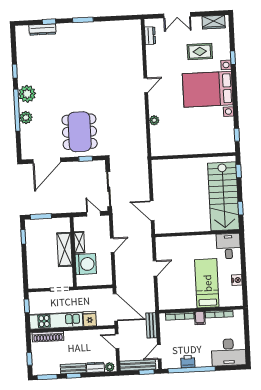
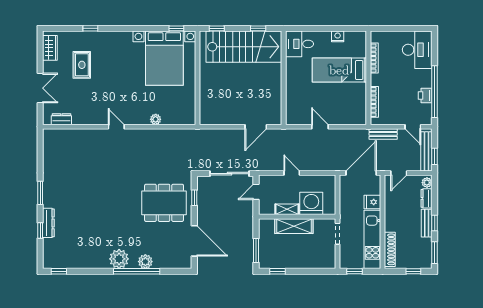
dresser: (43, 29) -> (48, 223), moved
window: (15, 71) -> (59, 271), moved
bed with nightstands: (208, 89) -> (164, 58), moved
filing cabinet: (200, 318) -> (378, 80), removed
window: (147, 372) -> (435, 156), moved

